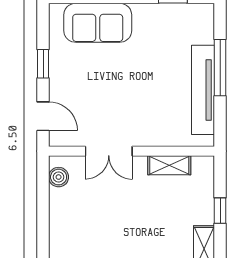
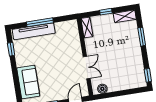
tv unit: (203, 90) -> (34, 31), moved
shelving: (169, 165) -> (87, 28), moved

